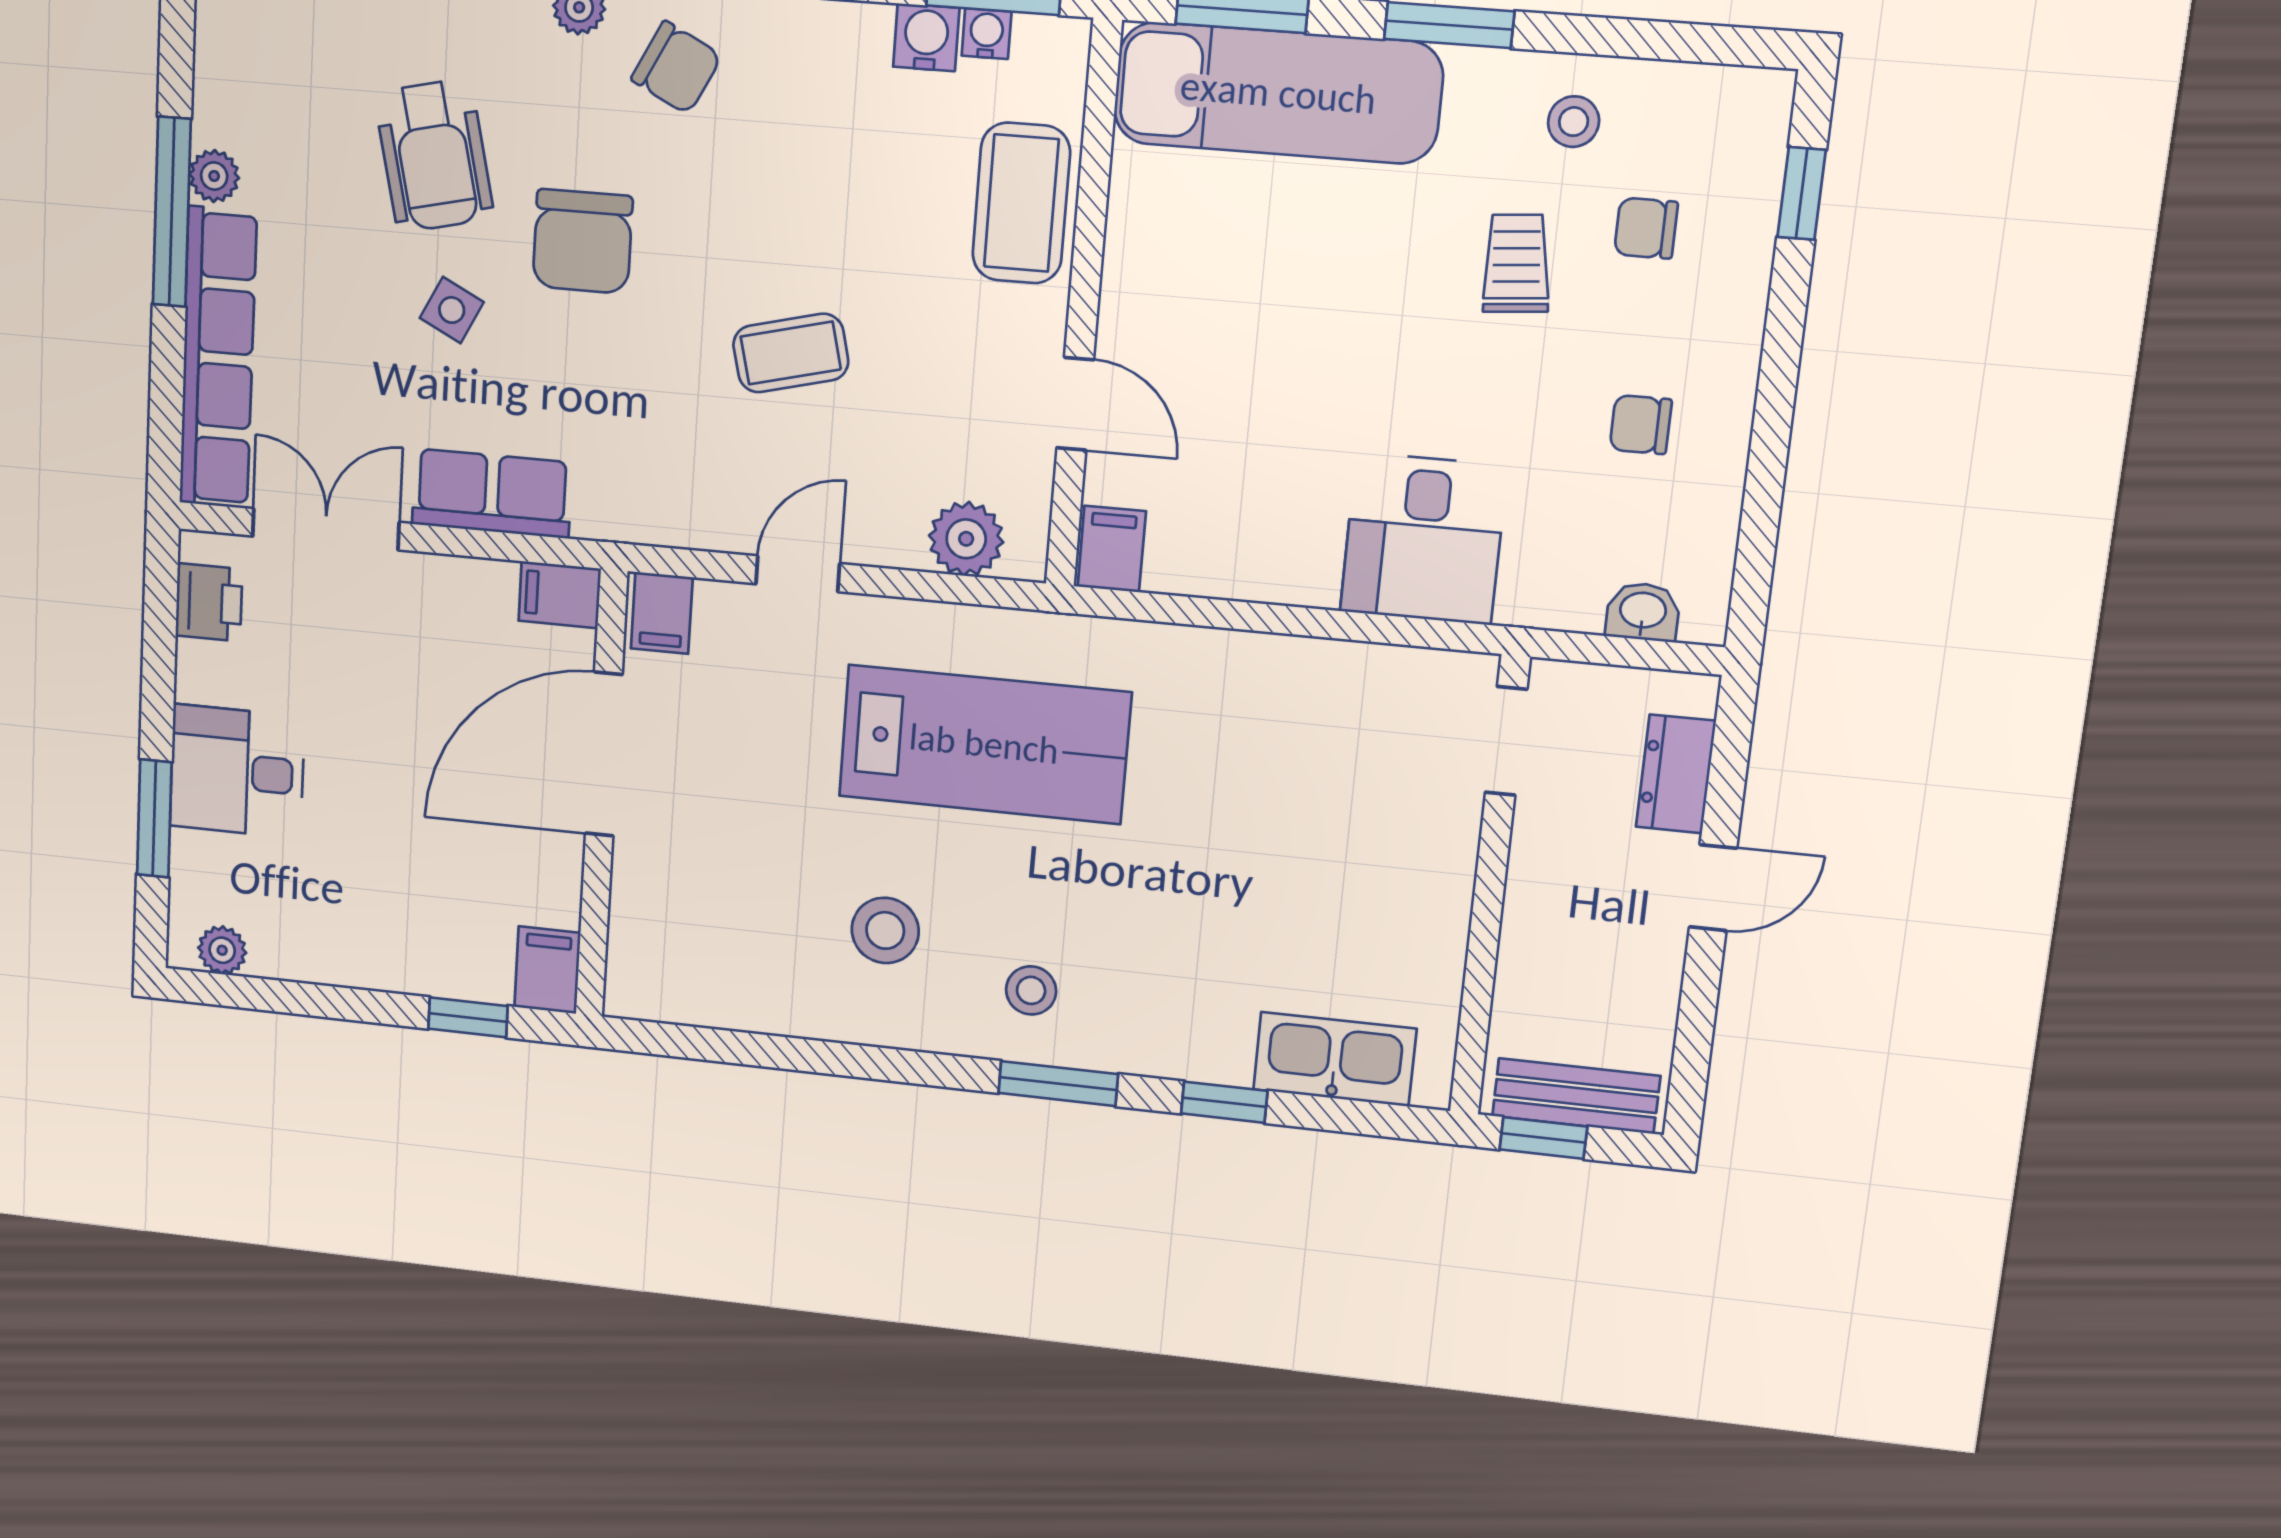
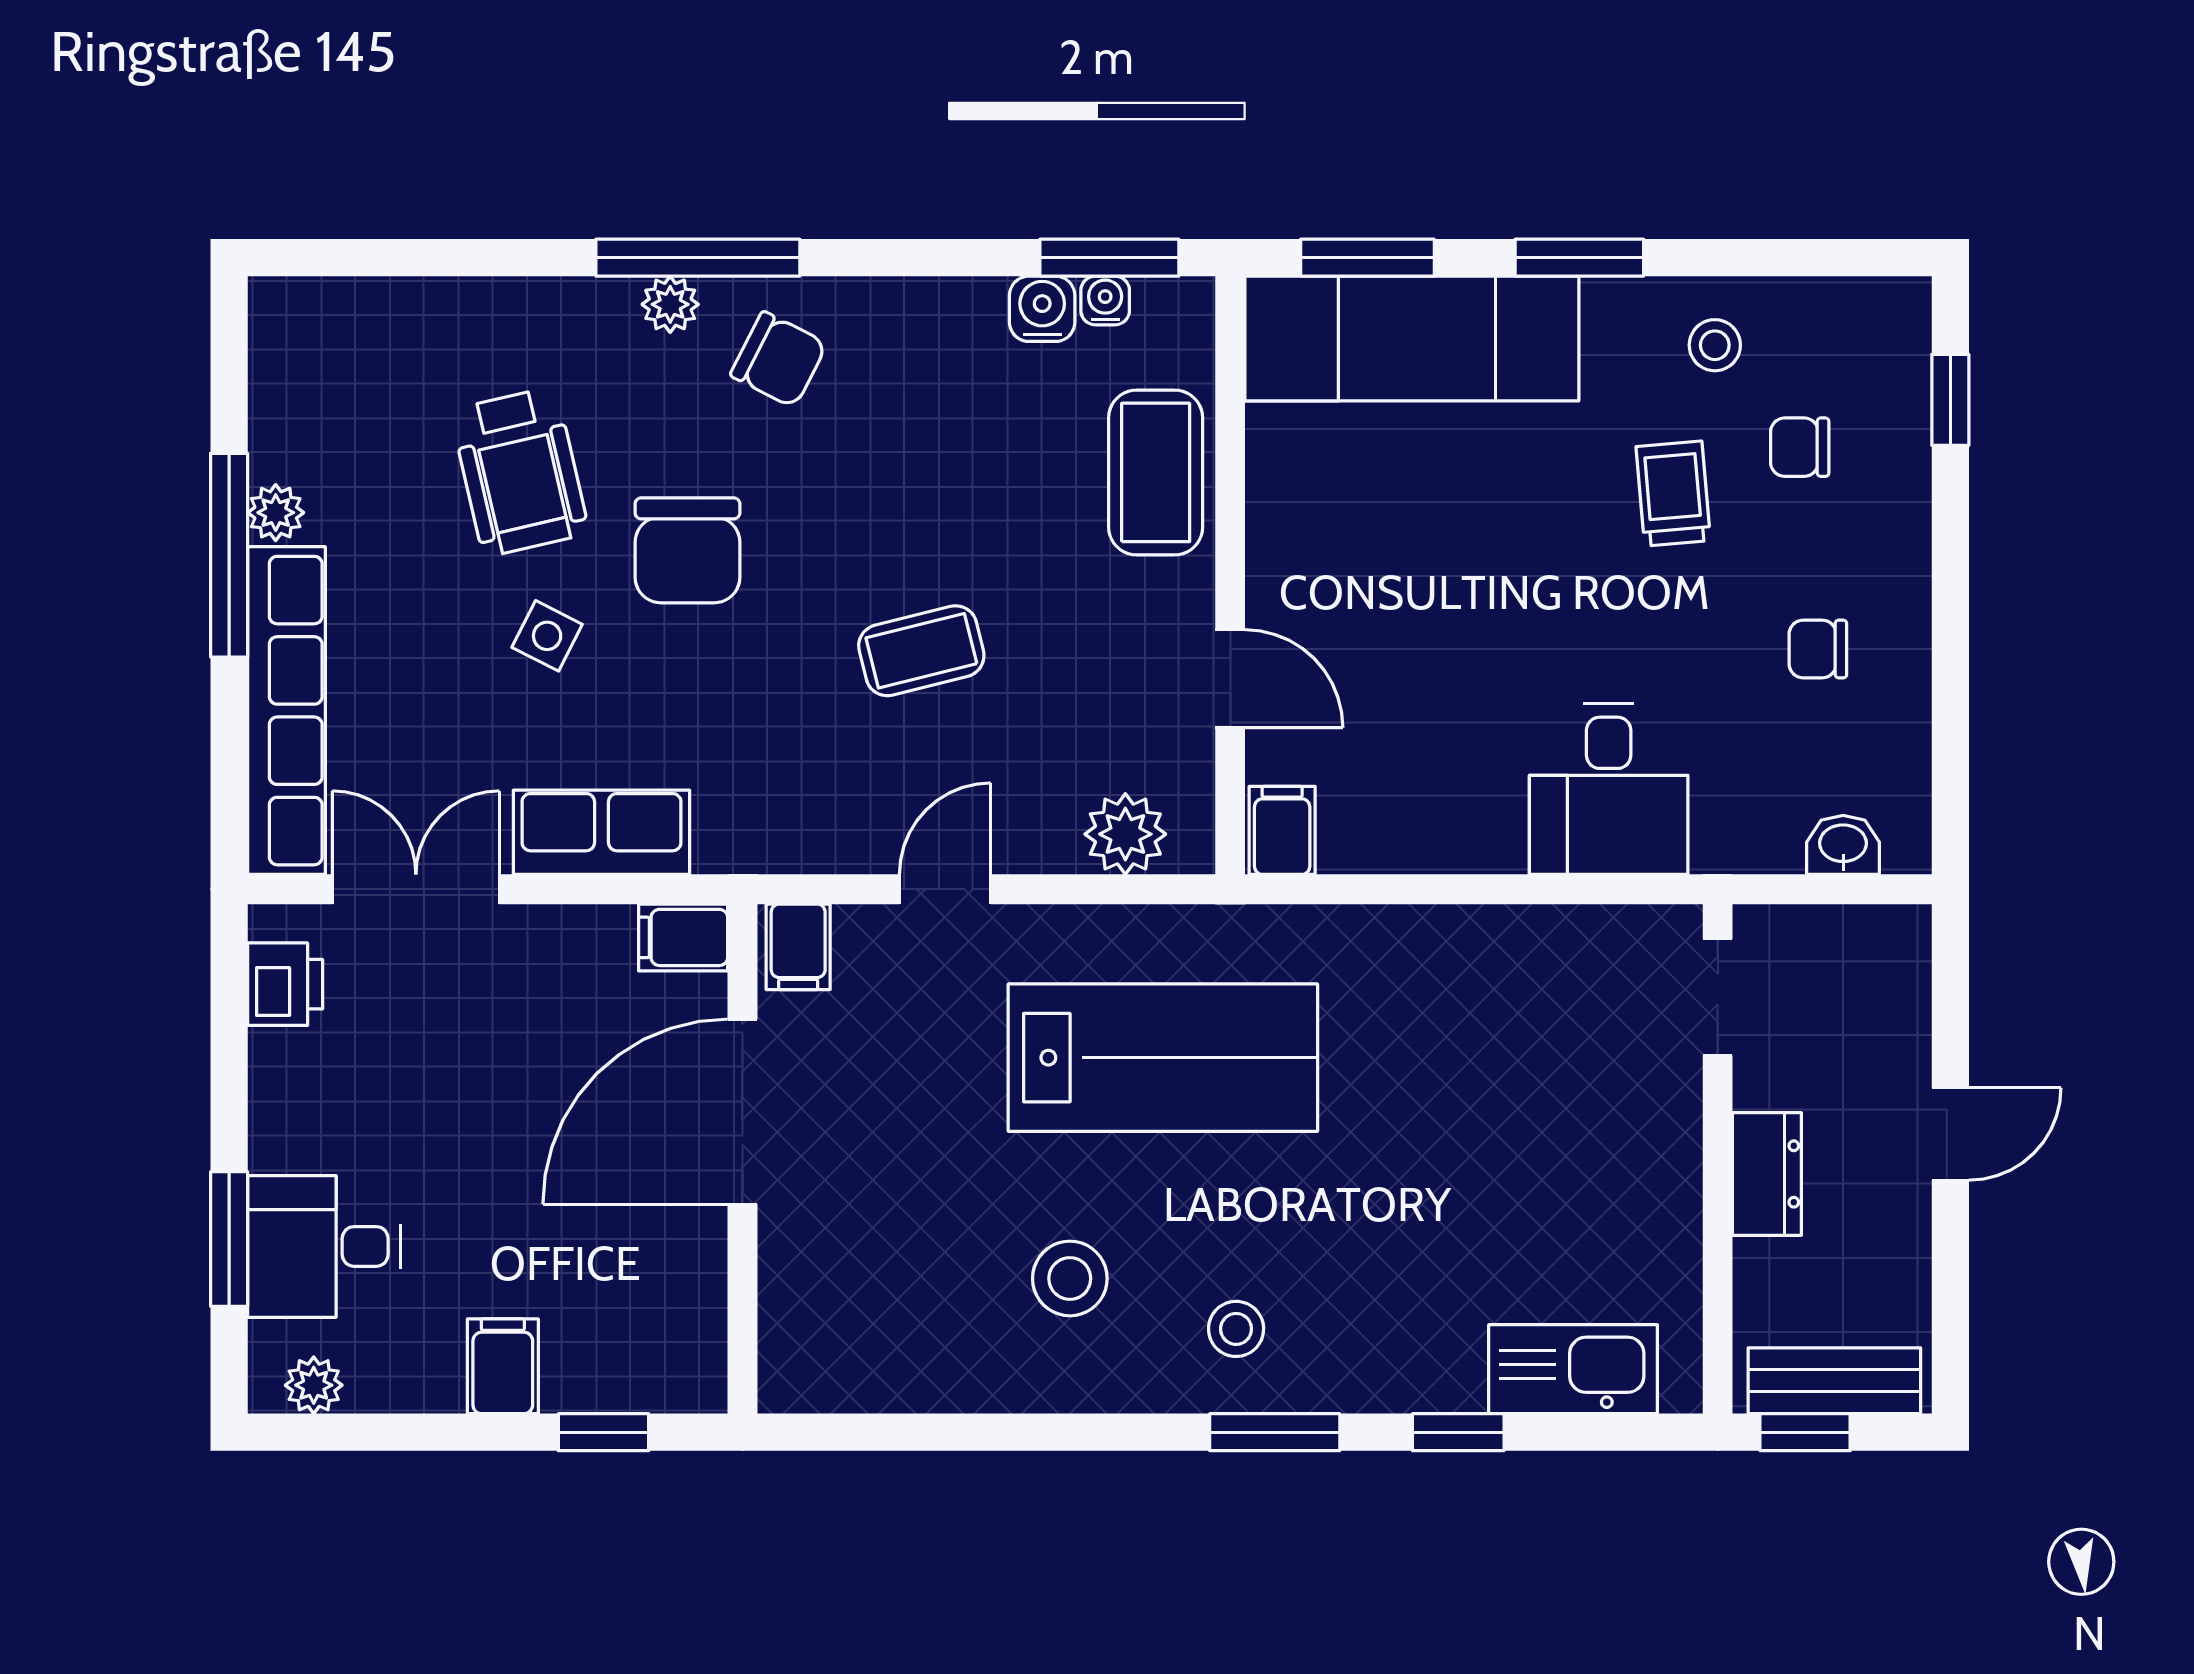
desk: (237, 771) -> (324, 1246), moved
dresser: (1676, 774) -> (1767, 1174), moved, turned 180
filing cabinet: (547, 970) -> (503, 1366), moved

